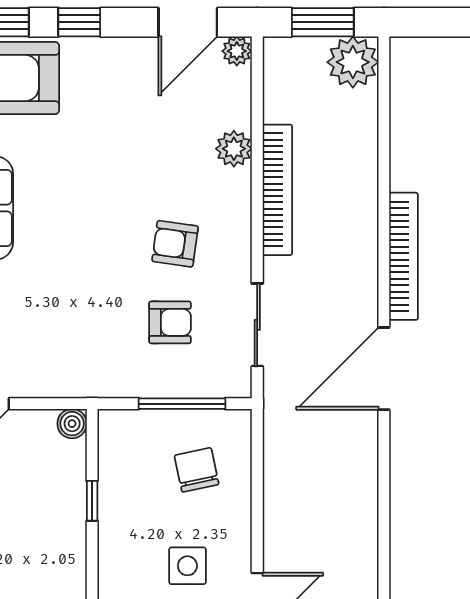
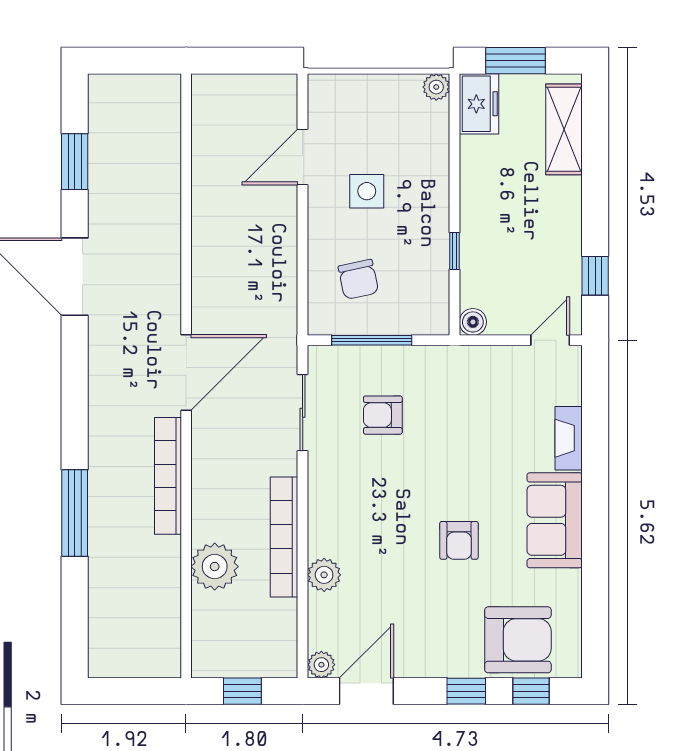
window: (323, 22) -> (242, 691), width x0.67
plant: (353, 62) -> (215, 567), moved
armchair: (175, 244) -> (459, 540), moved, turned 82

